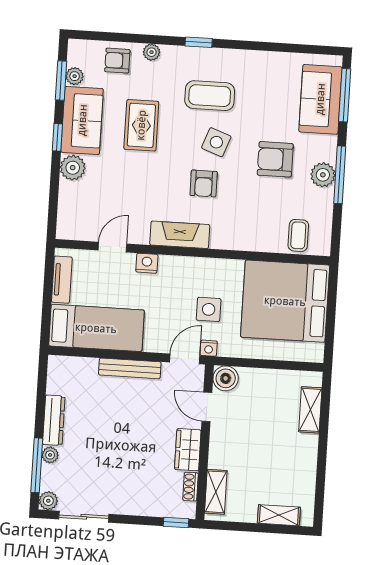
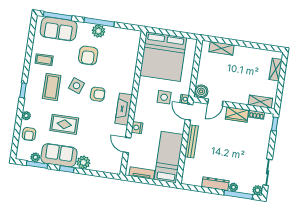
coffee table: (298, 235) -> (44, 60), moved

